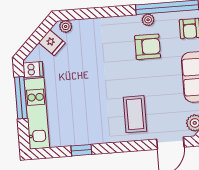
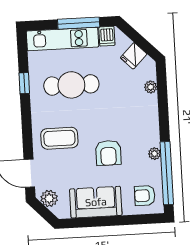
plant: (66, 26) -> (151, 87), moved
armchair: (148, 47) -> (108, 153), moved
cafe table: (82, 103) -> (71, 85), added

